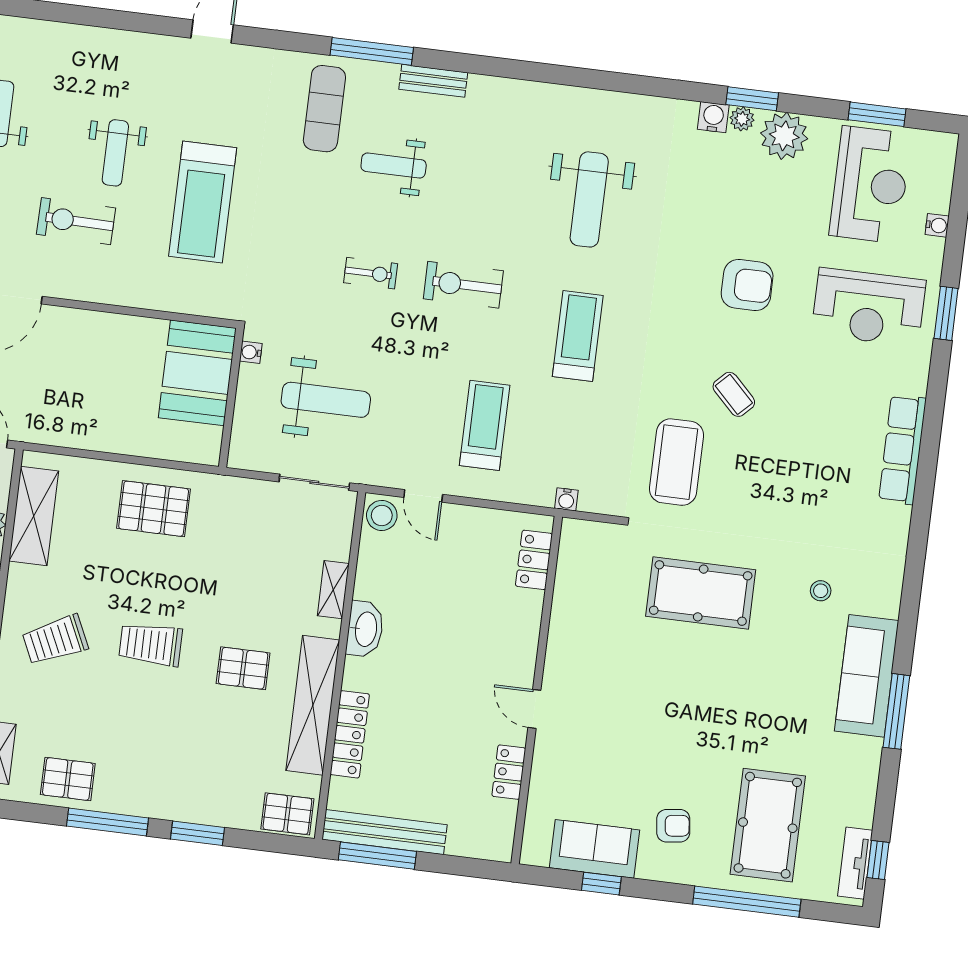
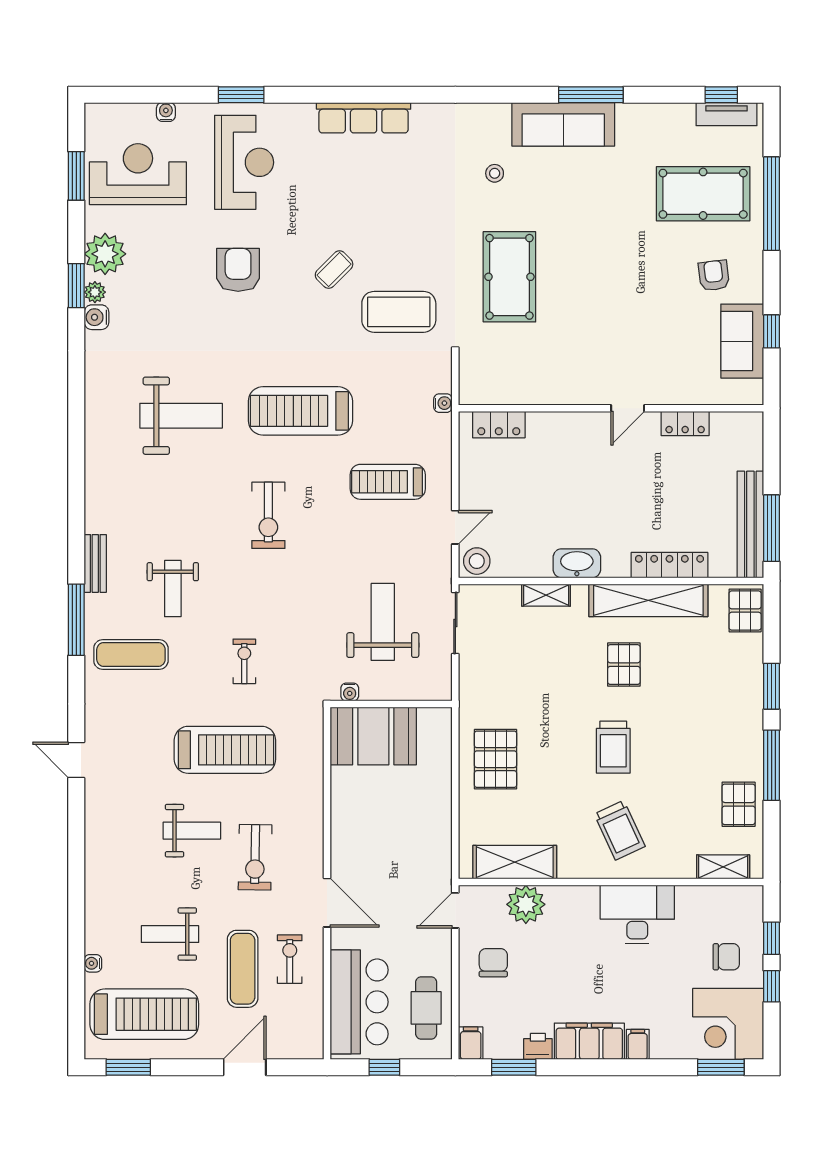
exercise bike: (371, 273) -> (244, 661), moved
treadmill: (578, 336) -> (300, 411), width x1.37, depth x1.38

